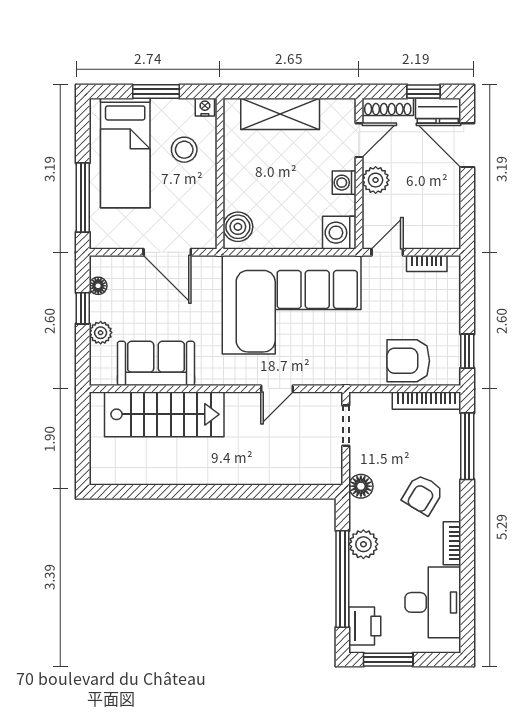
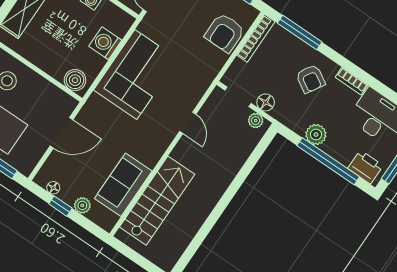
washing machine: (339, 233) -> (105, 43), moved, turned 90
corner sofa: (292, 305) -> (136, 74), width x0.73, depth x0.74
plant: (332, 464) -> (256, 121), added
floor lamp: (361, 486) -> (266, 102), moved

